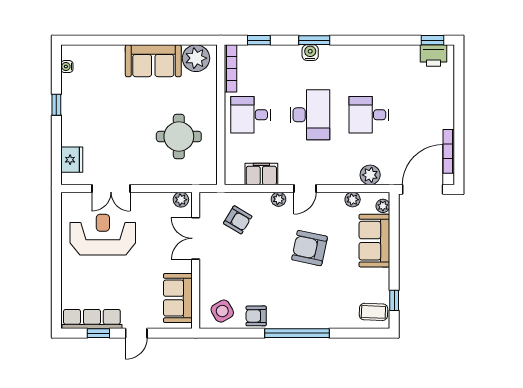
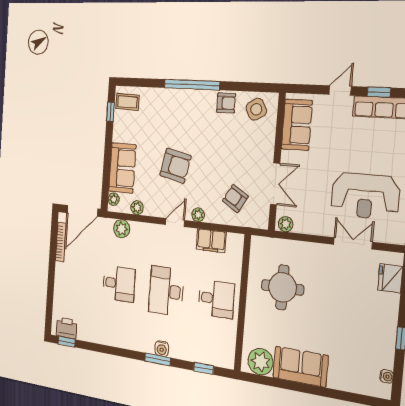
bookcase: (230, 68) -> (230, 346), removed

